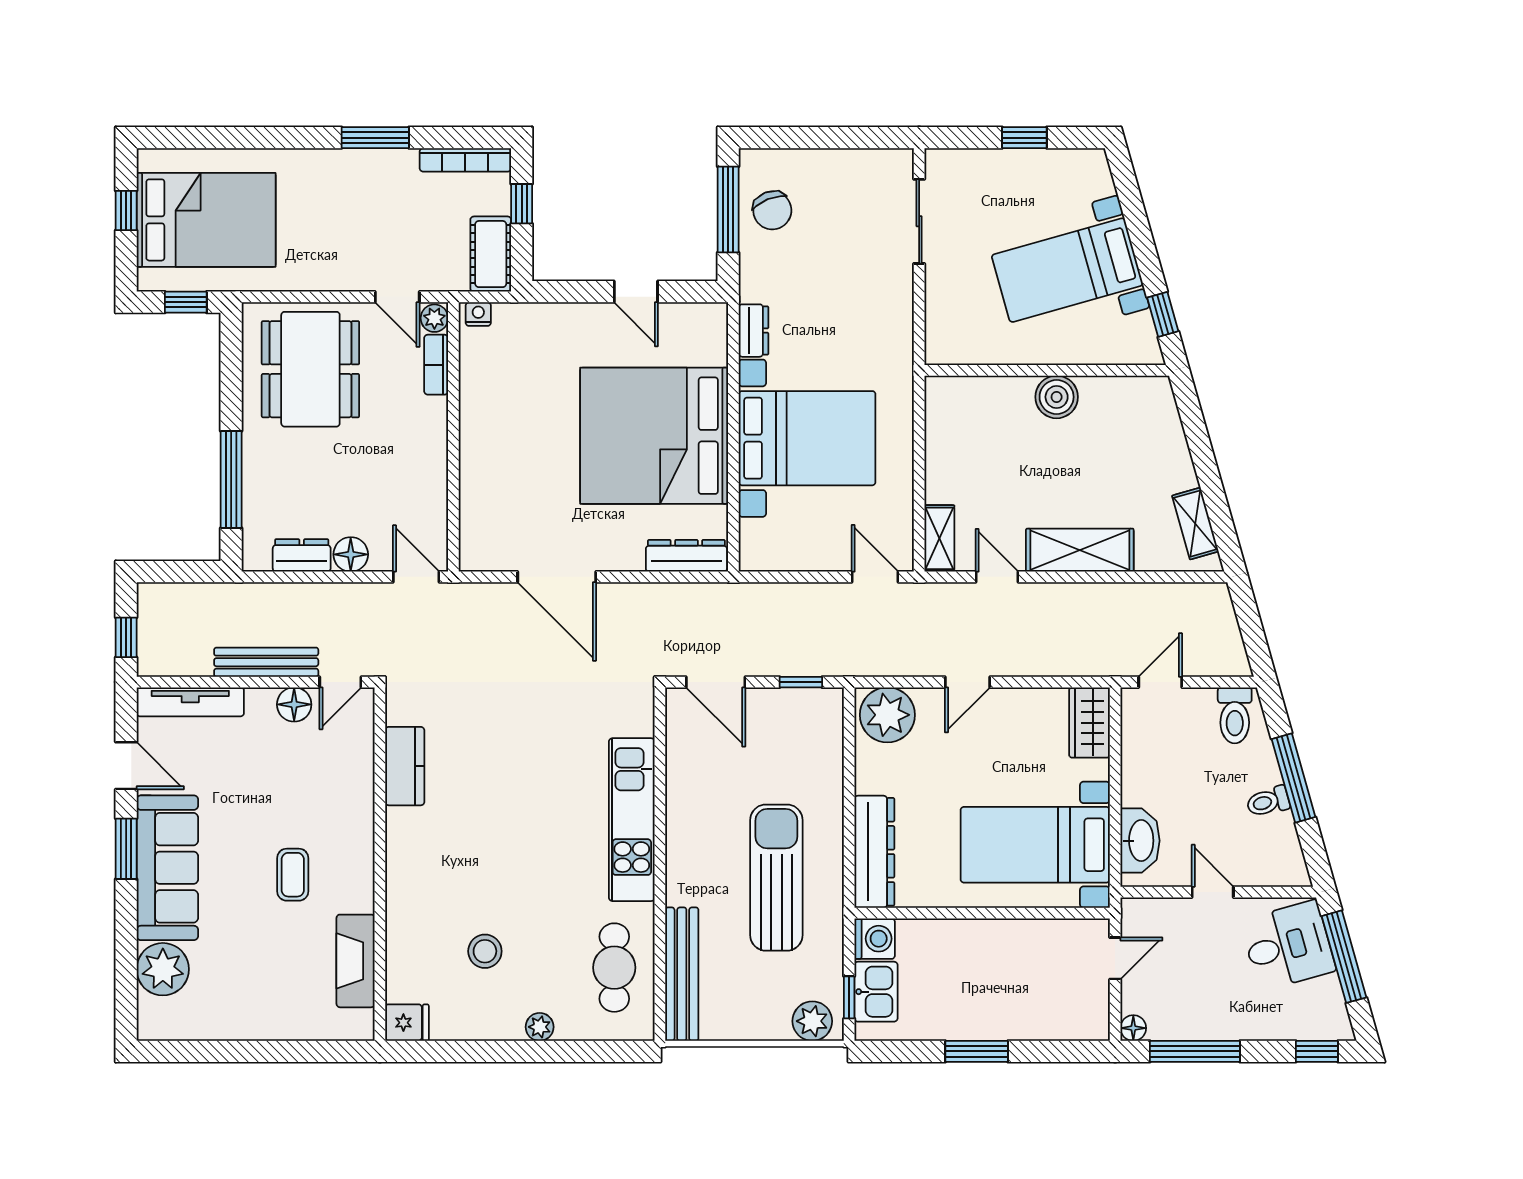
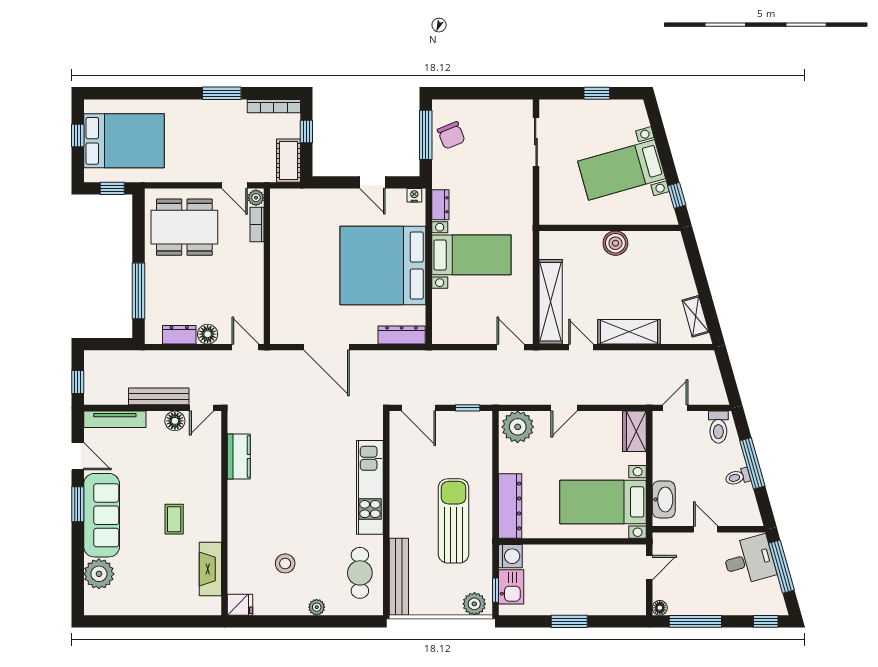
nightstand: (478, 314) -> (414, 195), moved
dining table: (310, 369) -> (184, 227), turned 90
bed with nightstands: (807, 438) -> (471, 255), width x0.73
shelving: (939, 538) -> (551, 302), width x2.20, depth x1.33

